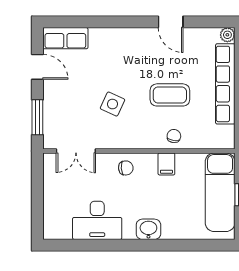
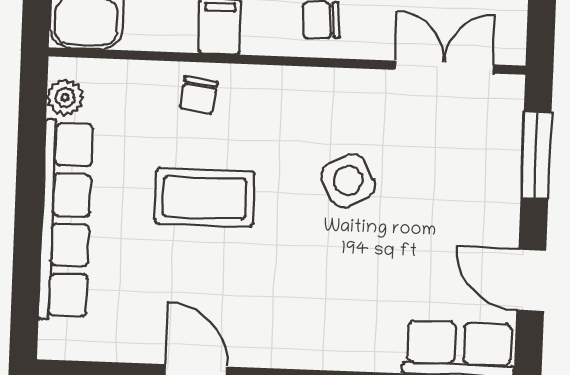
plant: (227, 35) -> (65, 98), moved
side table: (112, 104) -> (348, 181), turned 36

